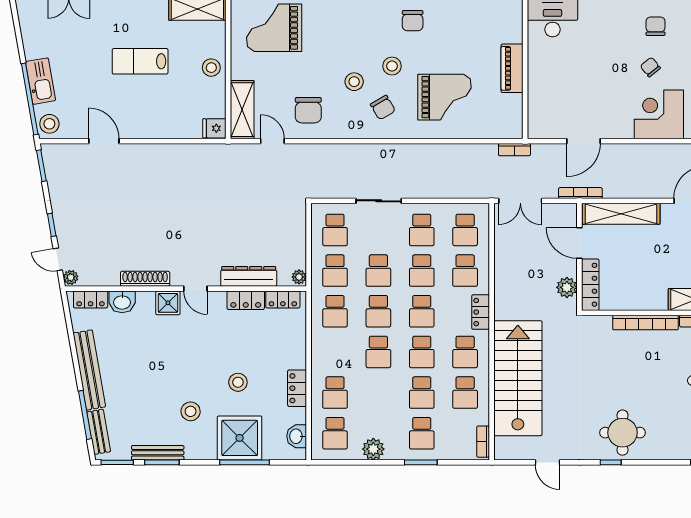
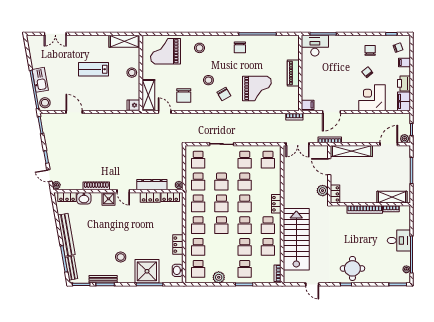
stool: (392, 66) -> (200, 48), moved
filing cabinet: (539, 128) -> (308, 105), added
school desk: (465, 271) -> (198, 225), moved
locker: (590, 285) -> (335, 194), width x0.66
stool: (238, 382) -> (146, 241), removed

